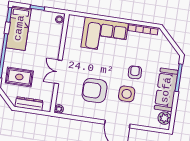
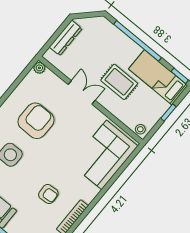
corner sofa: (105, 35) -> (104, 155), moved
armchair: (135, 72) -> (48, 194), moved
rug: (19, 77) -> (119, 82), moved, turned 90

